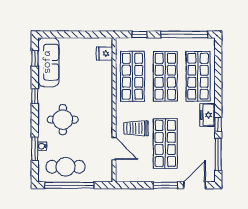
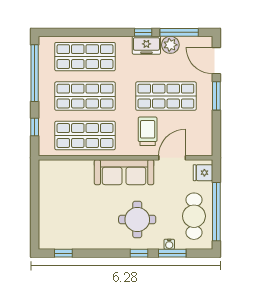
fridge: (105, 54) -> (203, 173), moved, turned 90
sofa: (48, 62) -> (124, 172), moved, turned 180
window: (35, 96) -> (139, 253), moved
freezer: (207, 115) -> (146, 45), moved
trolley: (136, 128) -> (148, 131), turned 180
plant: (208, 147) -> (170, 45), added

